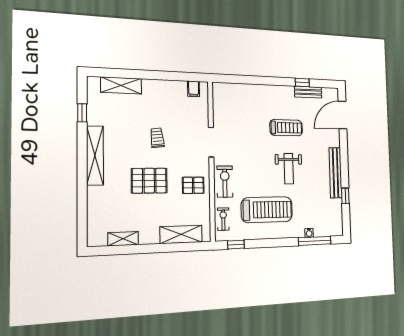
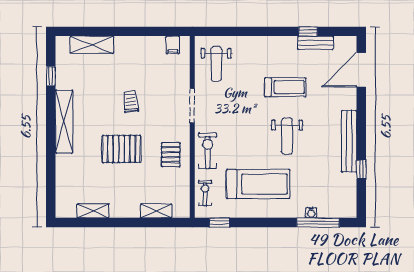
weight bench: (230, 107) -> (216, 64), added
pallet: (193, 185) -> (171, 155), turned 90
shelving: (181, 234) -> (156, 211), width x0.67, depth x0.75

